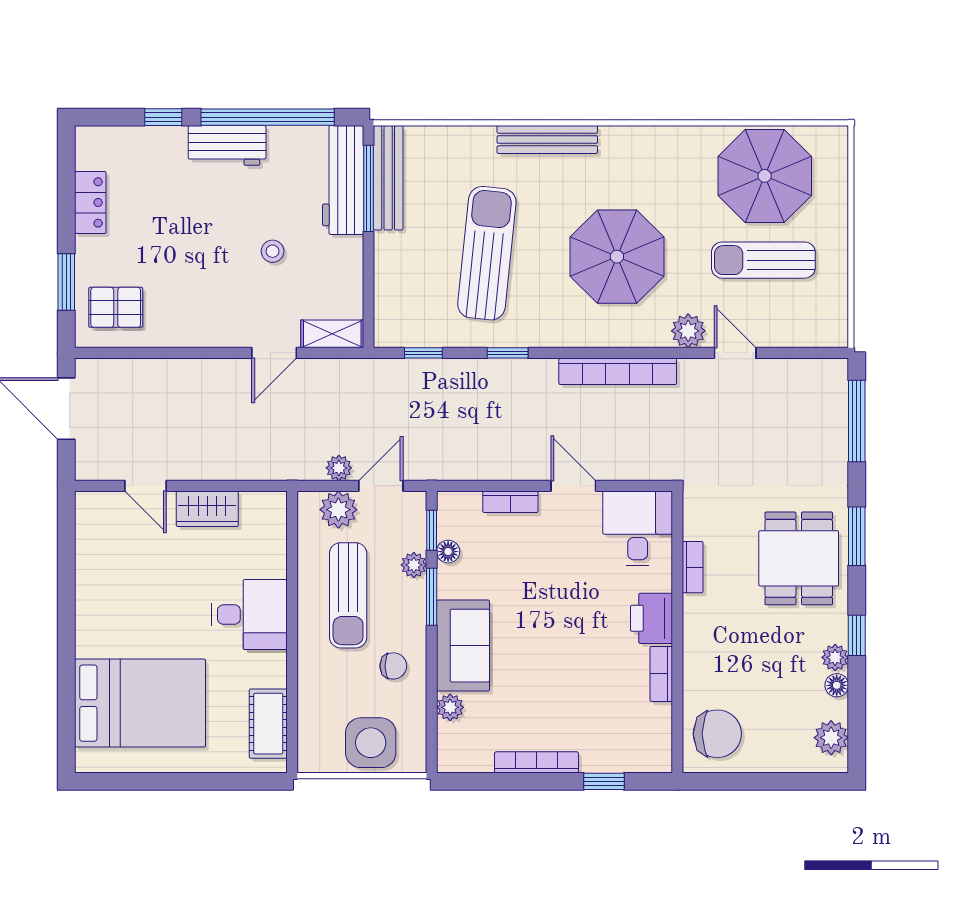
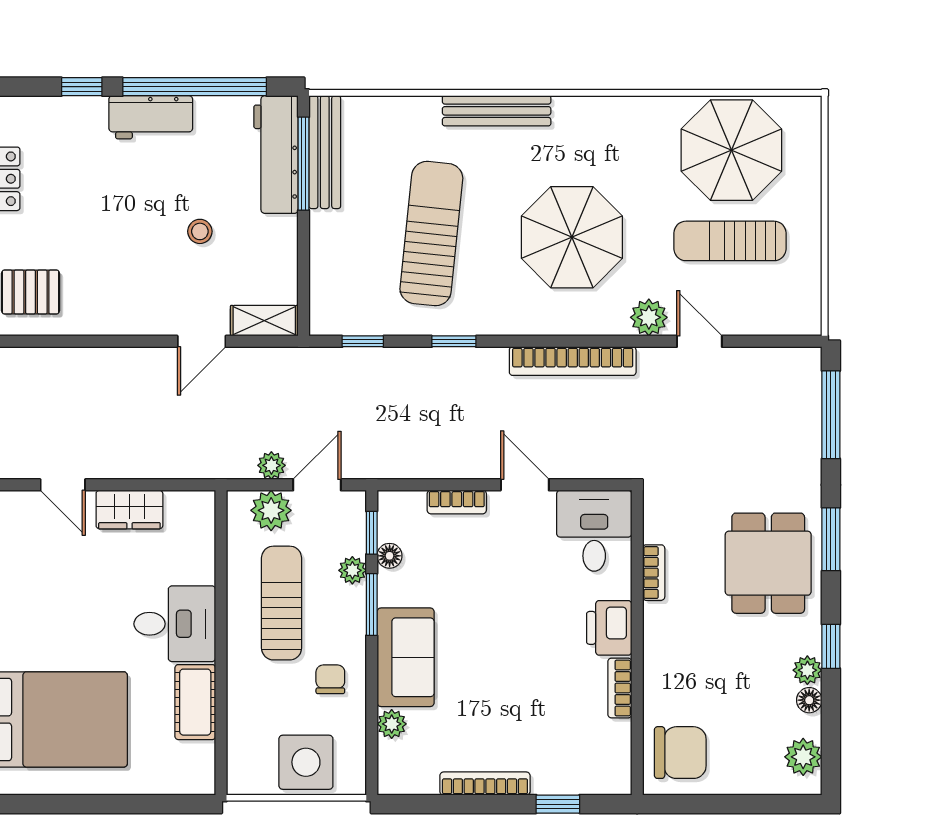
sun lounger: (348, 595) -> (282, 603), turned 180
chair: (393, 666) -> (330, 679), turned -90
cot: (268, 724) -> (195, 702), moved

